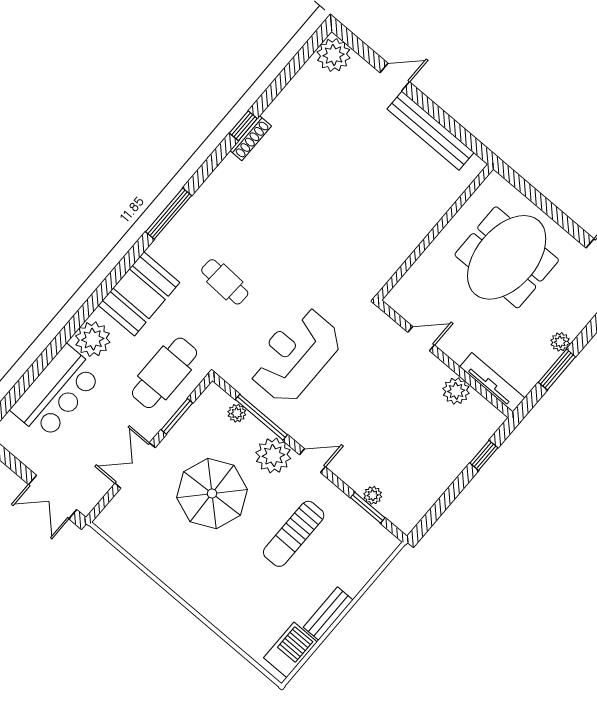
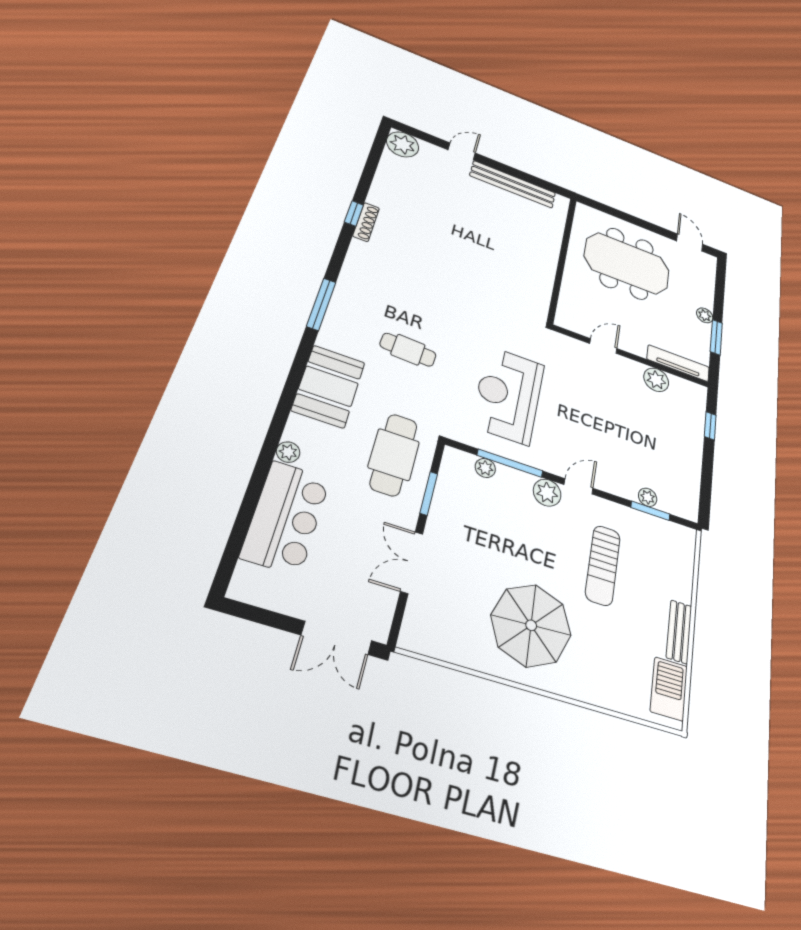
meeting table: (507, 257) -> (627, 263), turned 90
plant: (93, 339) -> (288, 452), width x0.53, depth x0.53
plant: (273, 456) -> (547, 493), width x0.73, depth x0.73
parasol: (212, 494) -> (531, 625), moved

